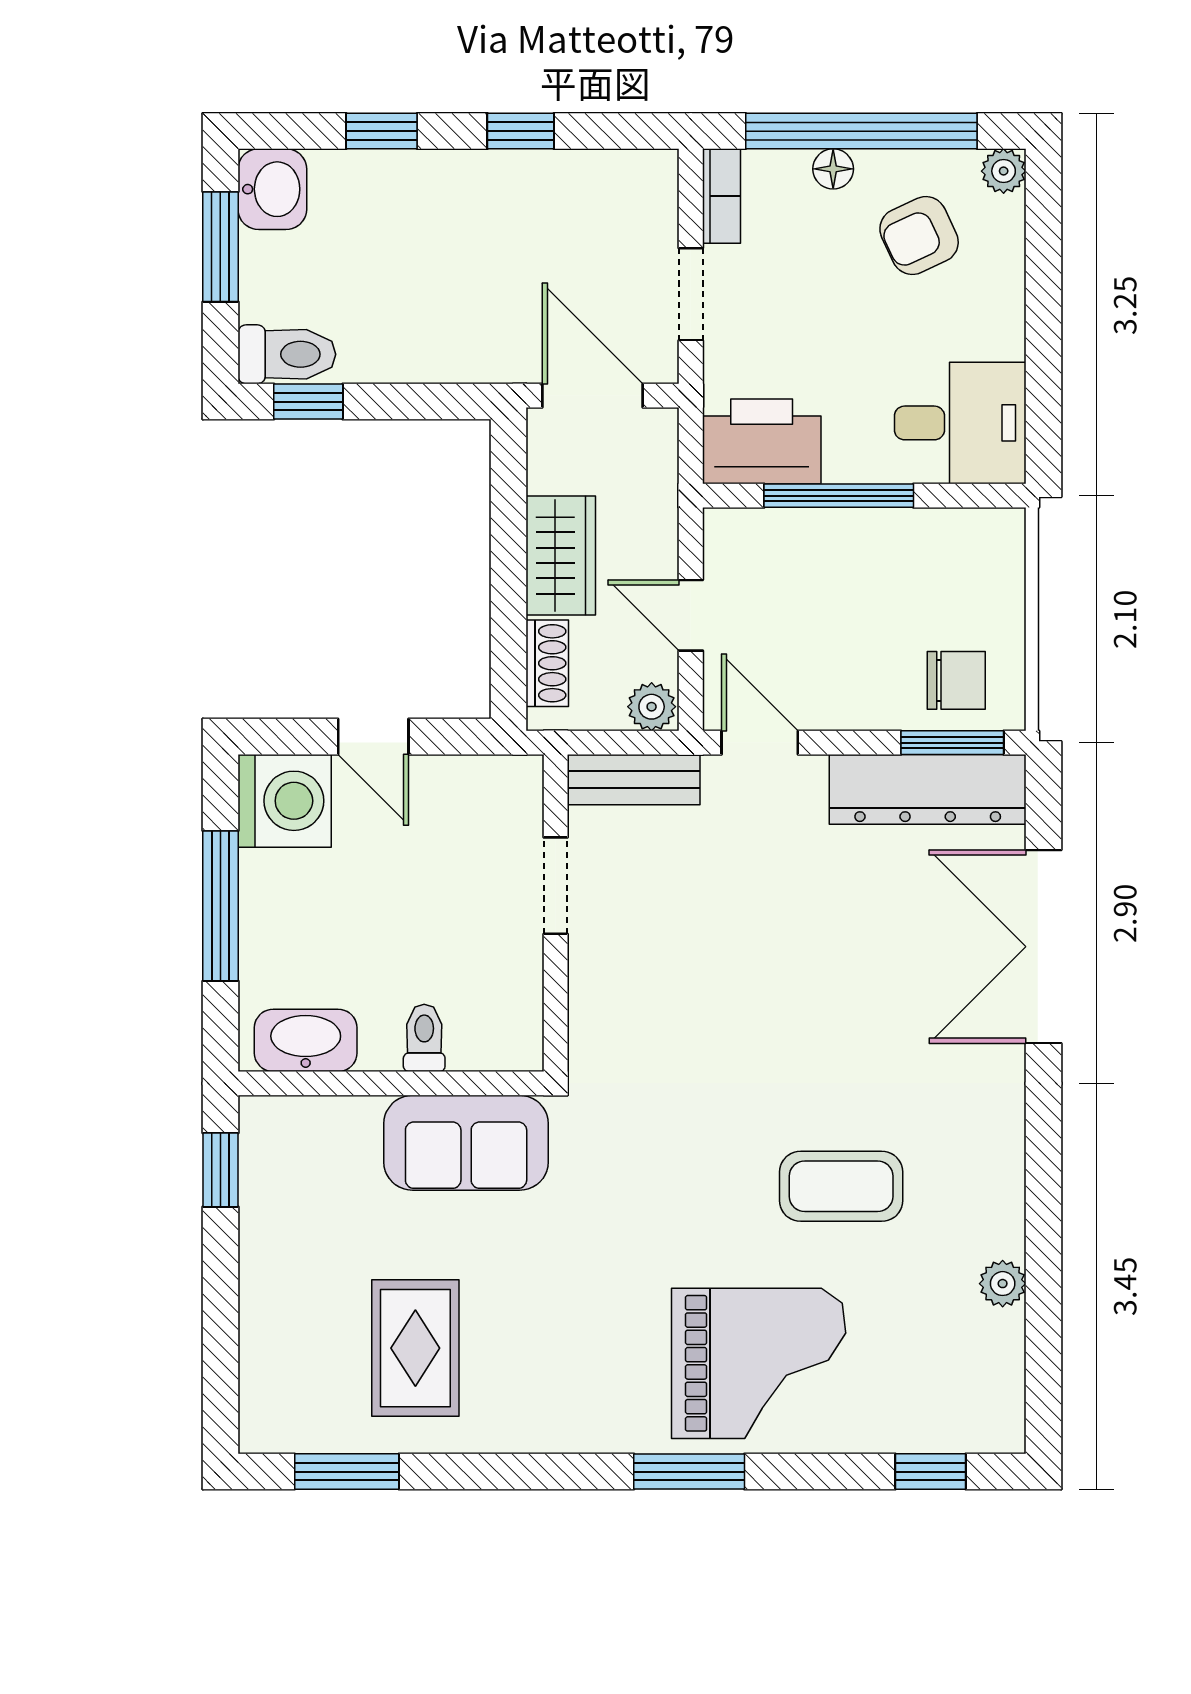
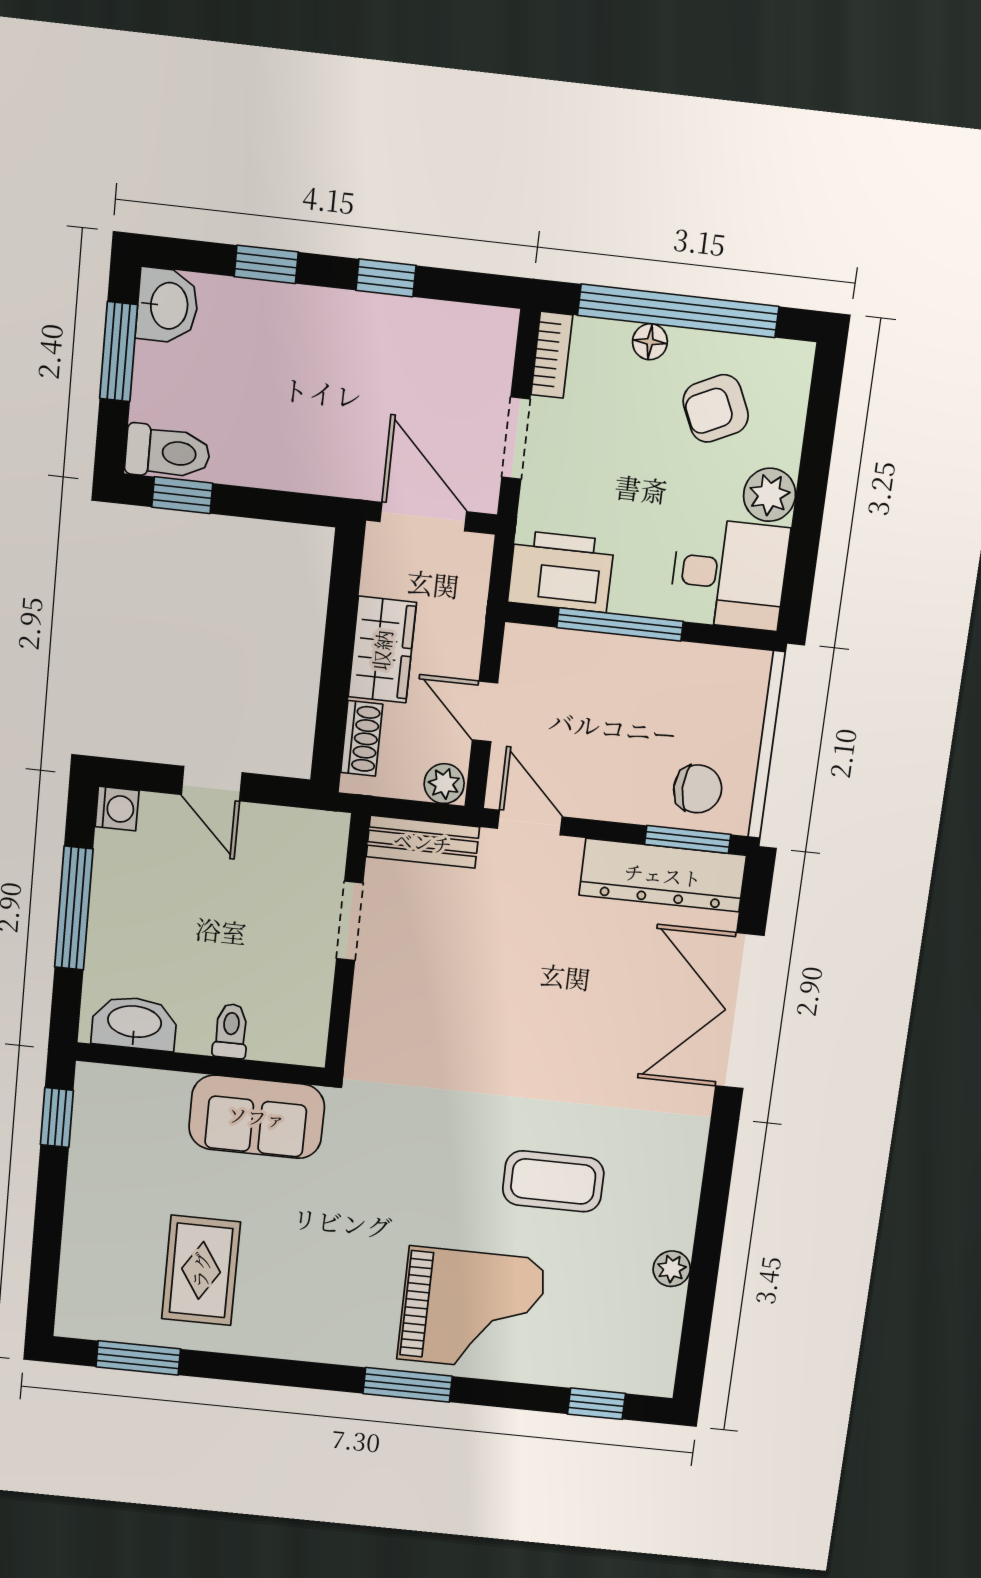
plant: (1004, 171) -> (770, 495), moved, width x1.38, depth x1.38
washing machine: (285, 801) -> (117, 809), width x0.53, depth x0.53

